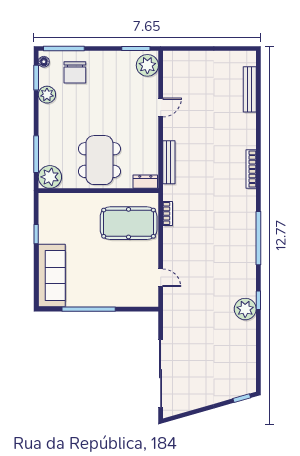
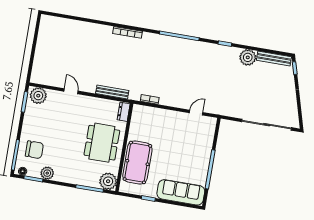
bench: (250, 89) -> (274, 58), moved
dining table: (99, 160) -> (102, 143), turned 90
pool table: (129, 223) -> (137, 162), moved
plant: (245, 309) -> (248, 57), moved

